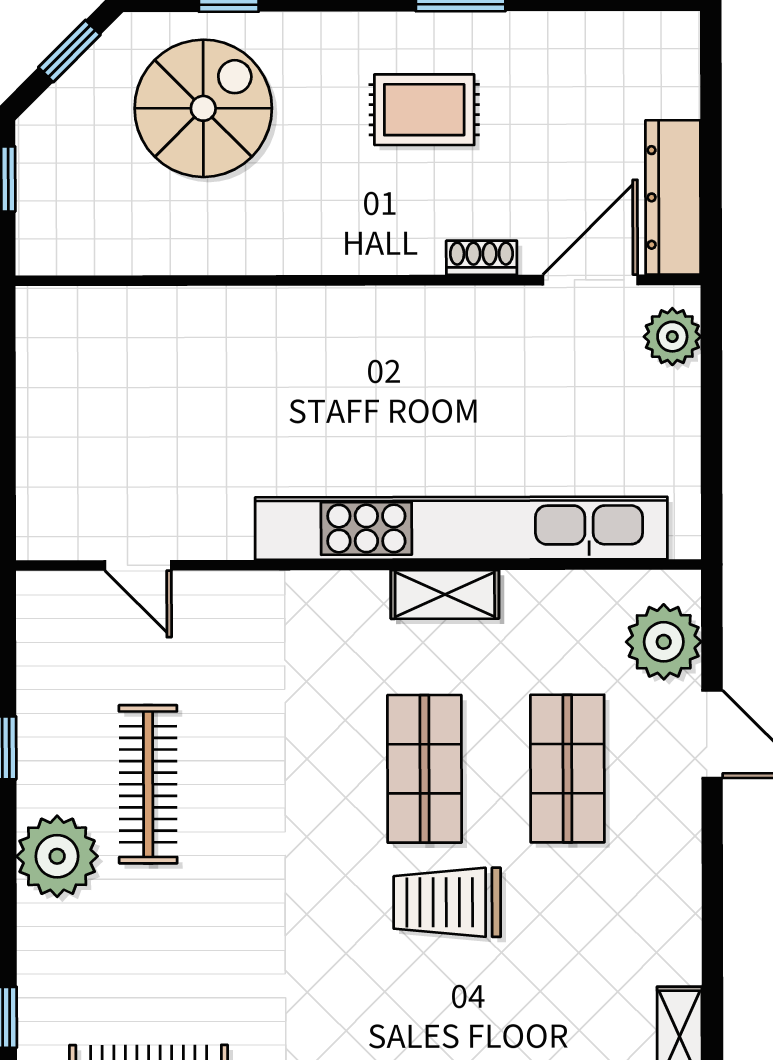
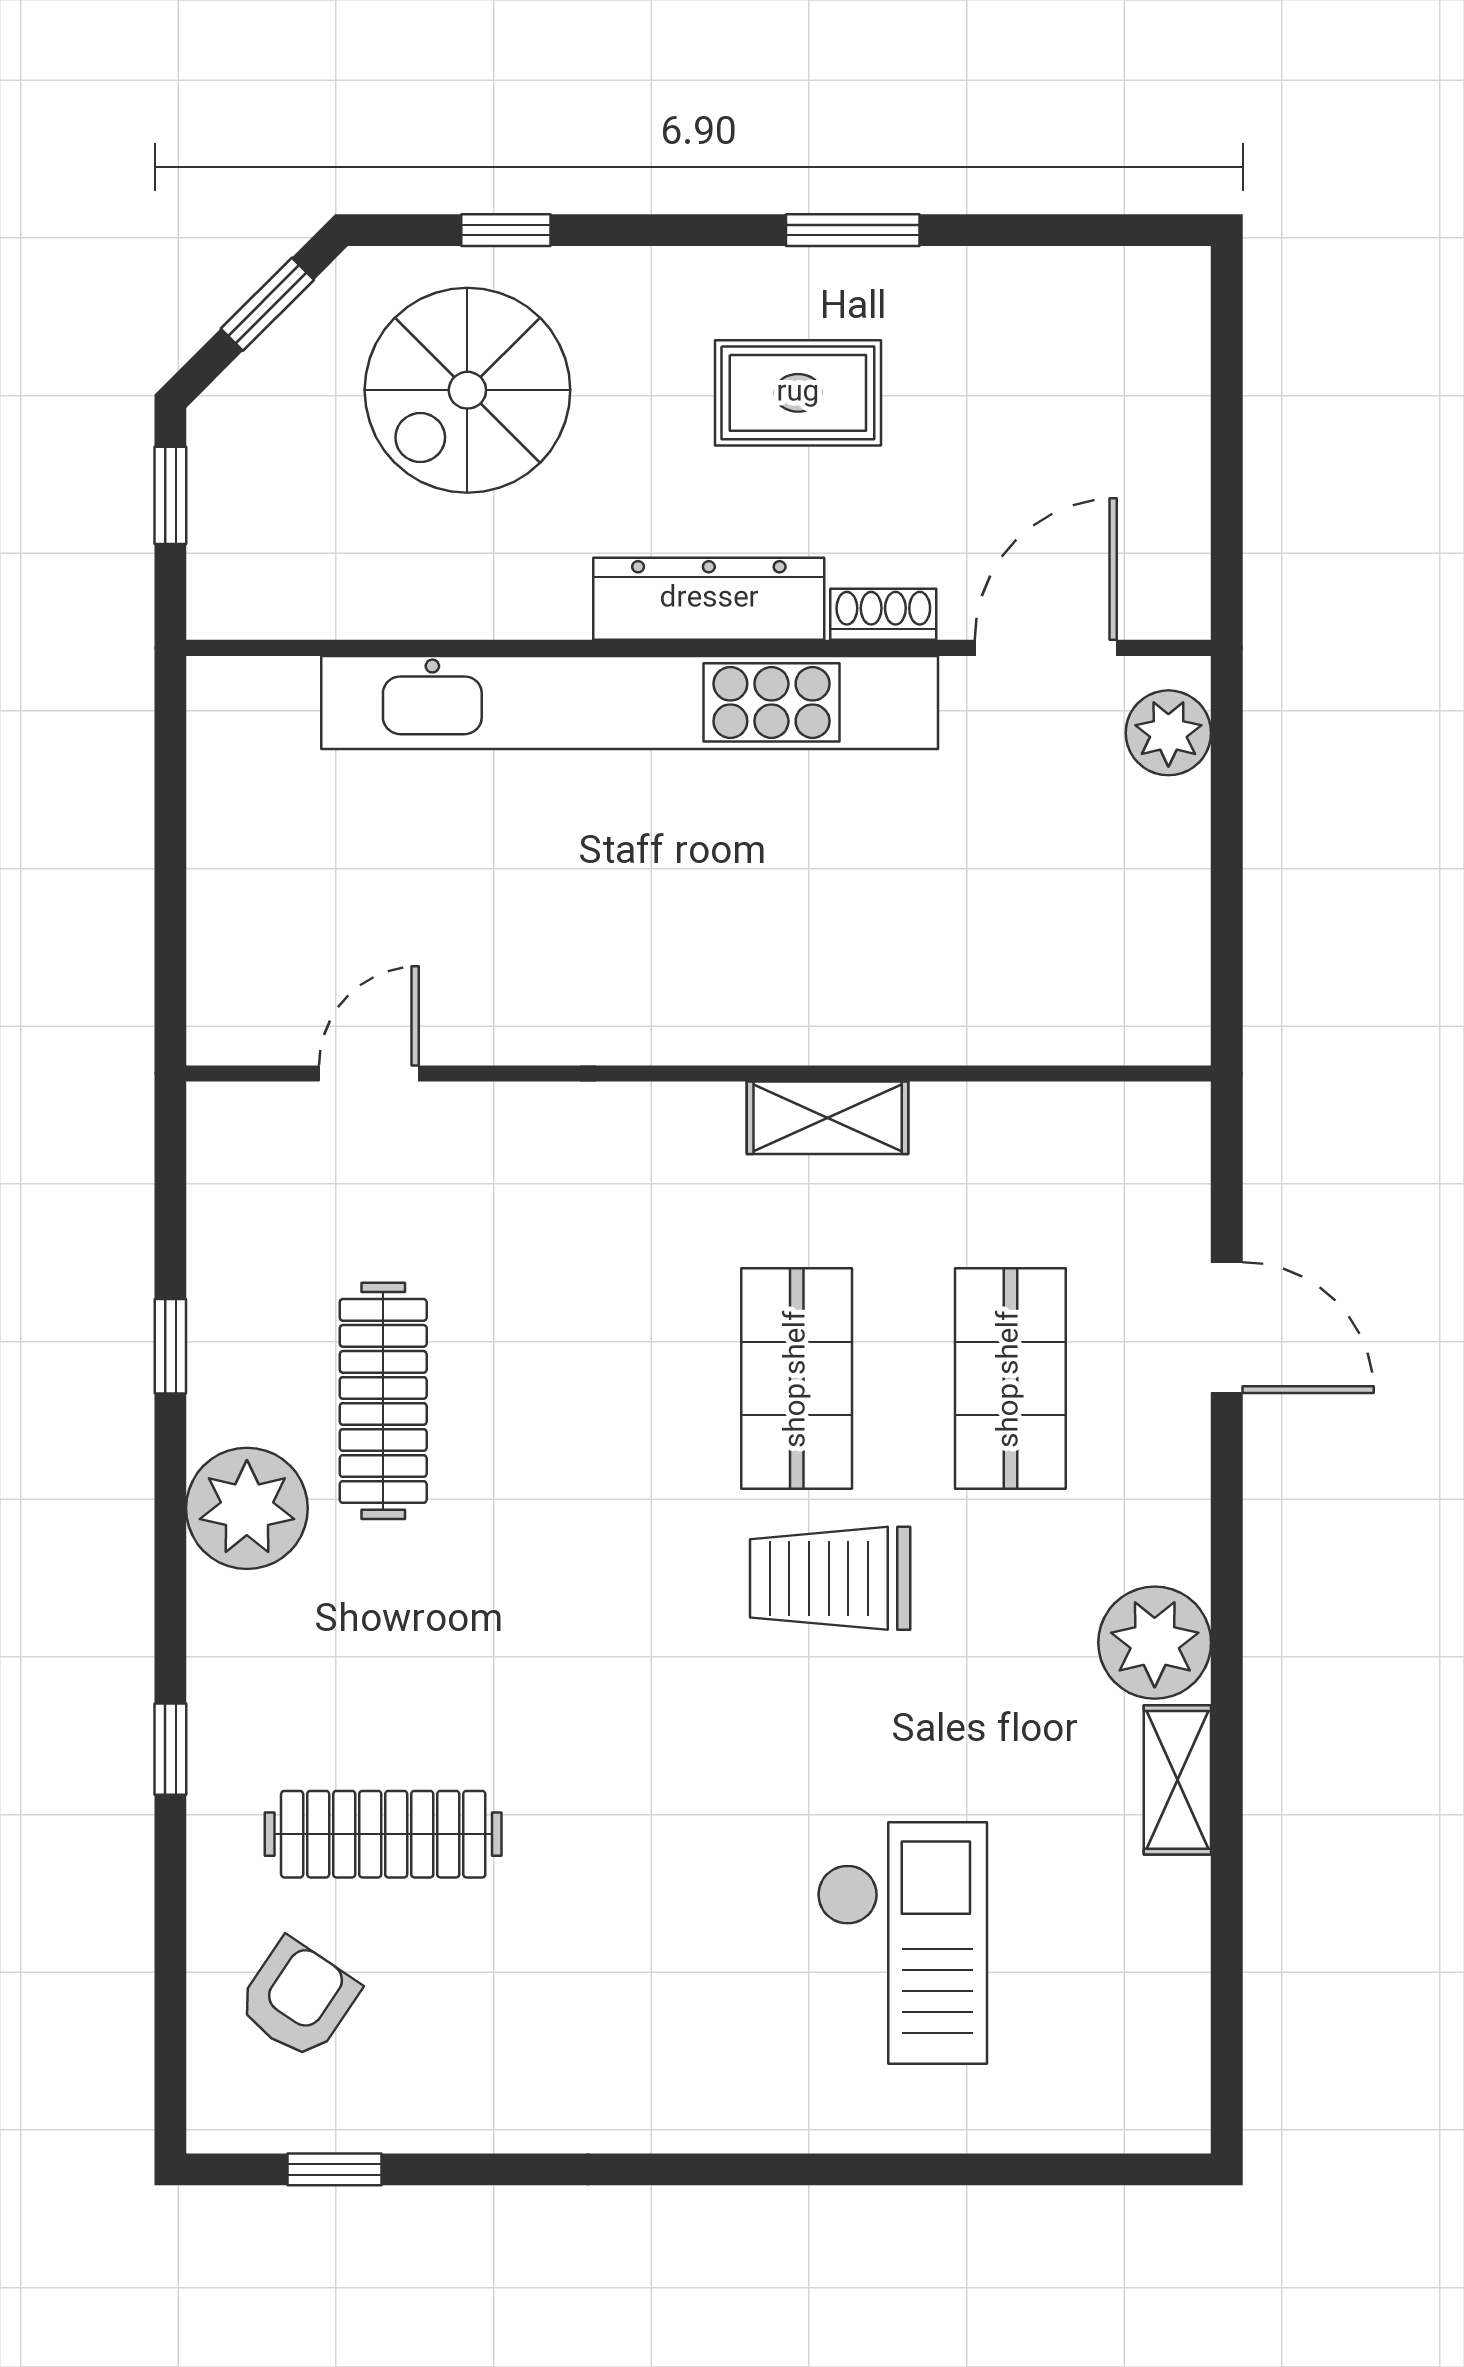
spiral stairs: (203, 108) -> (467, 390), turned 180
dresser: (673, 197) -> (709, 599), moved, turned 90
kitchen unit: (461, 528) -> (630, 702), moved, turned 180
door: (138, 565) -> (369, 1074), swing flipped
plant: (664, 642) -> (1155, 1643), moved

